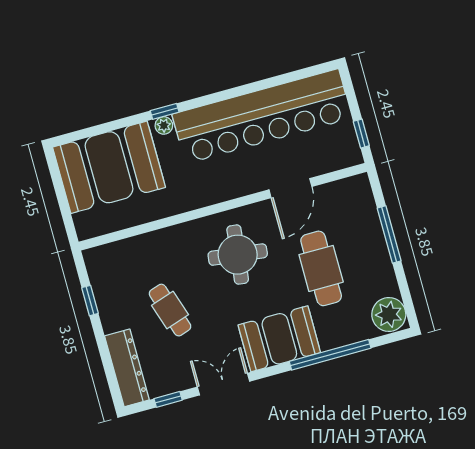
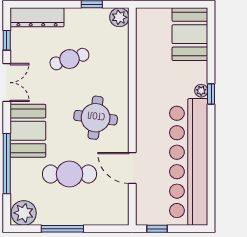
booth: (109, 167) -> (190, 34), width x0.73, depth x0.70
window: (389, 234) -> (62, 229), moved
plant: (97, 260) -> (119, 17), added

